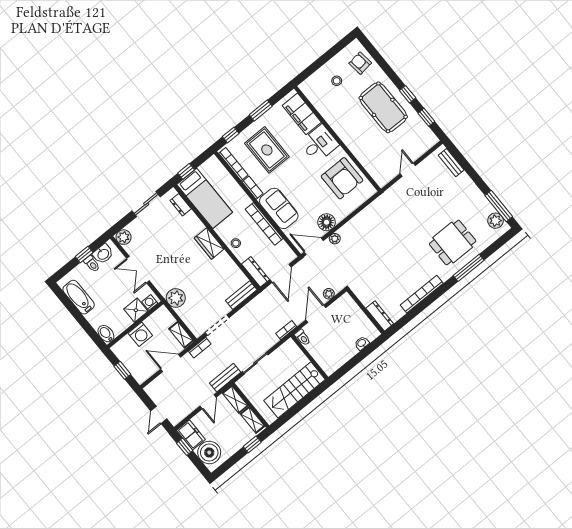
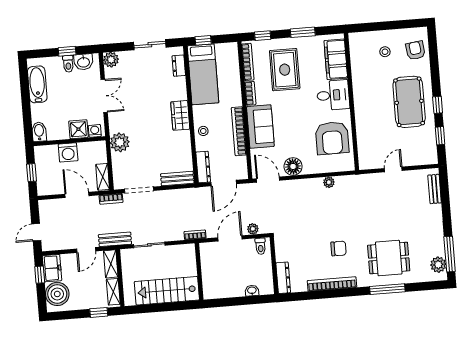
plant: (335, 239) -> (329, 182), moved
chair: (408, 262) -> (339, 248), added
double door: (138, 270) -> (104, 96), swing flipped
toilet: (303, 337) -> (261, 246), moved

